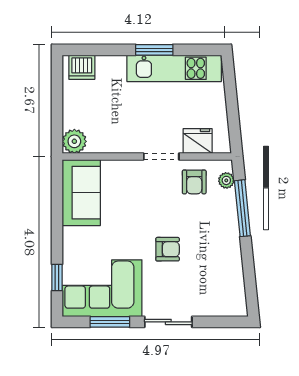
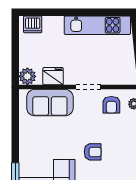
window: (154, 50) -> (83, 12), removed
fridge: (198, 141) -> (53, 76), moved
sofa: (81, 193) -> (50, 103), moved, turned 90

